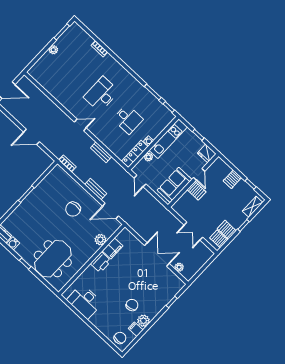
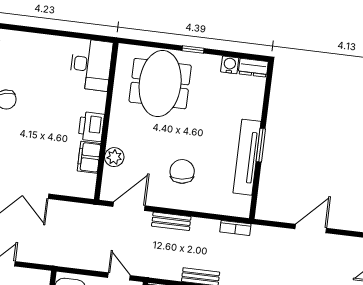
tv unit: (37, 193) -> (247, 157), added
desk: (85, 301) -> (91, 65), moved, turned 90

